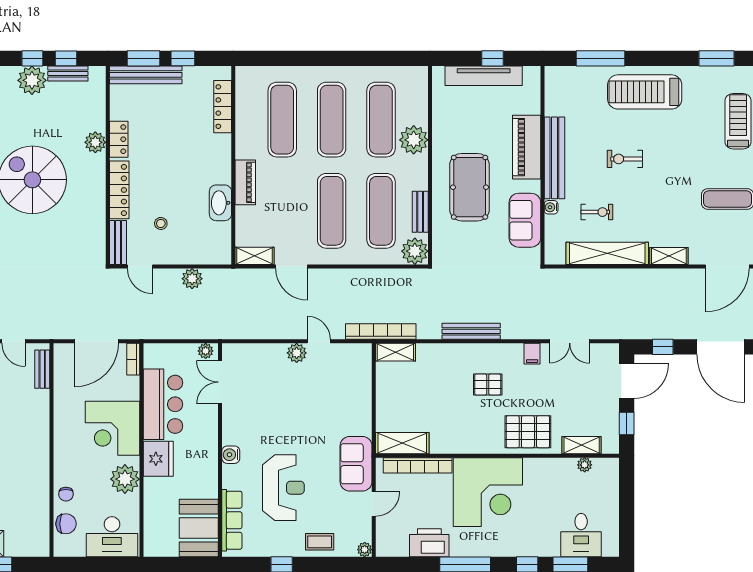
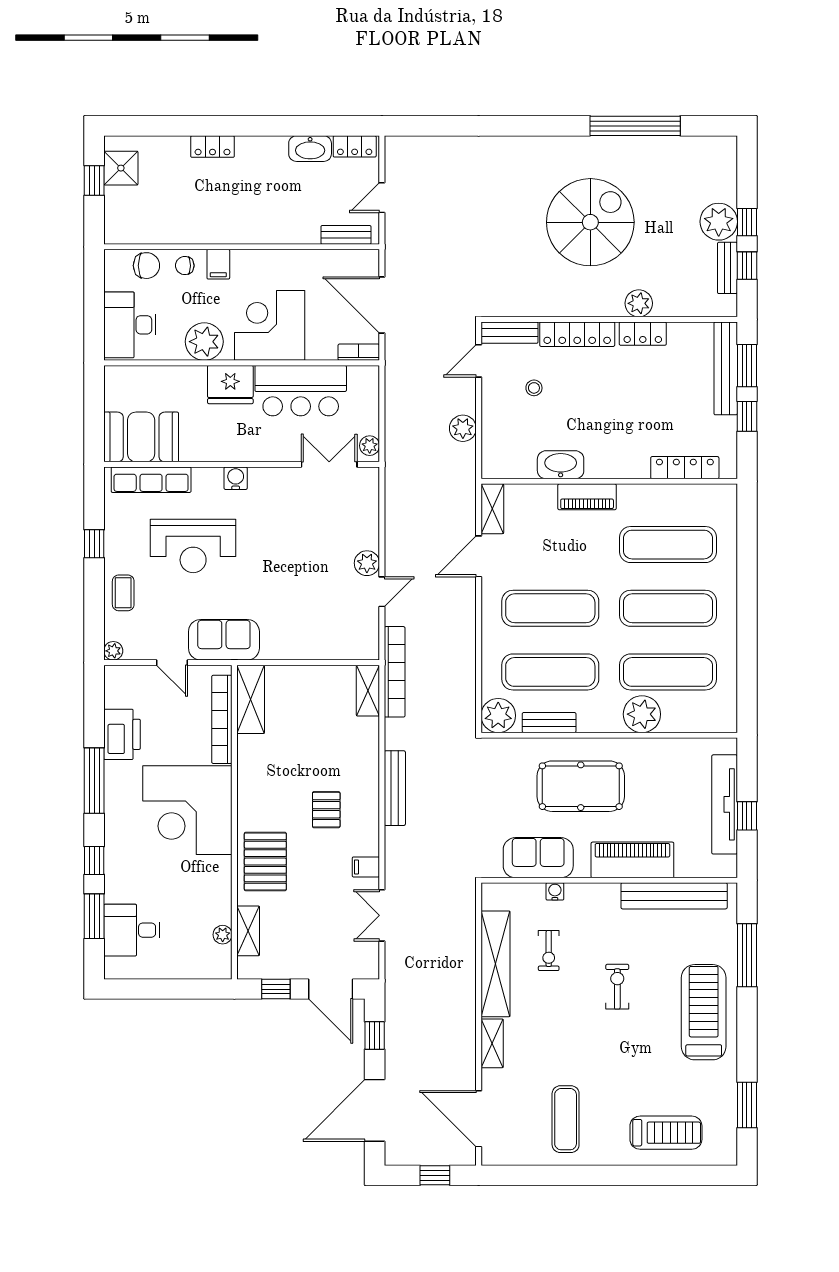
bench: (554, 158) -> (674, 896), moved
filing cabinet: (65, 468) -> (218, 264), added
chair: (66, 524) -> (146, 266), turned -90

